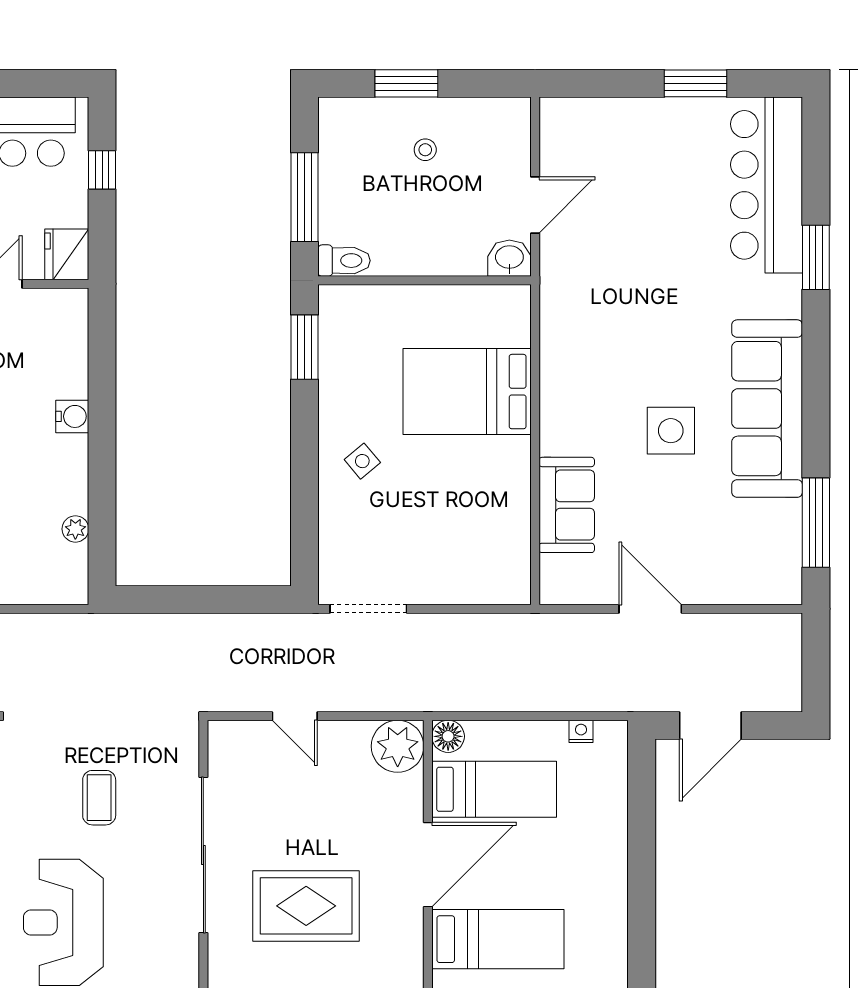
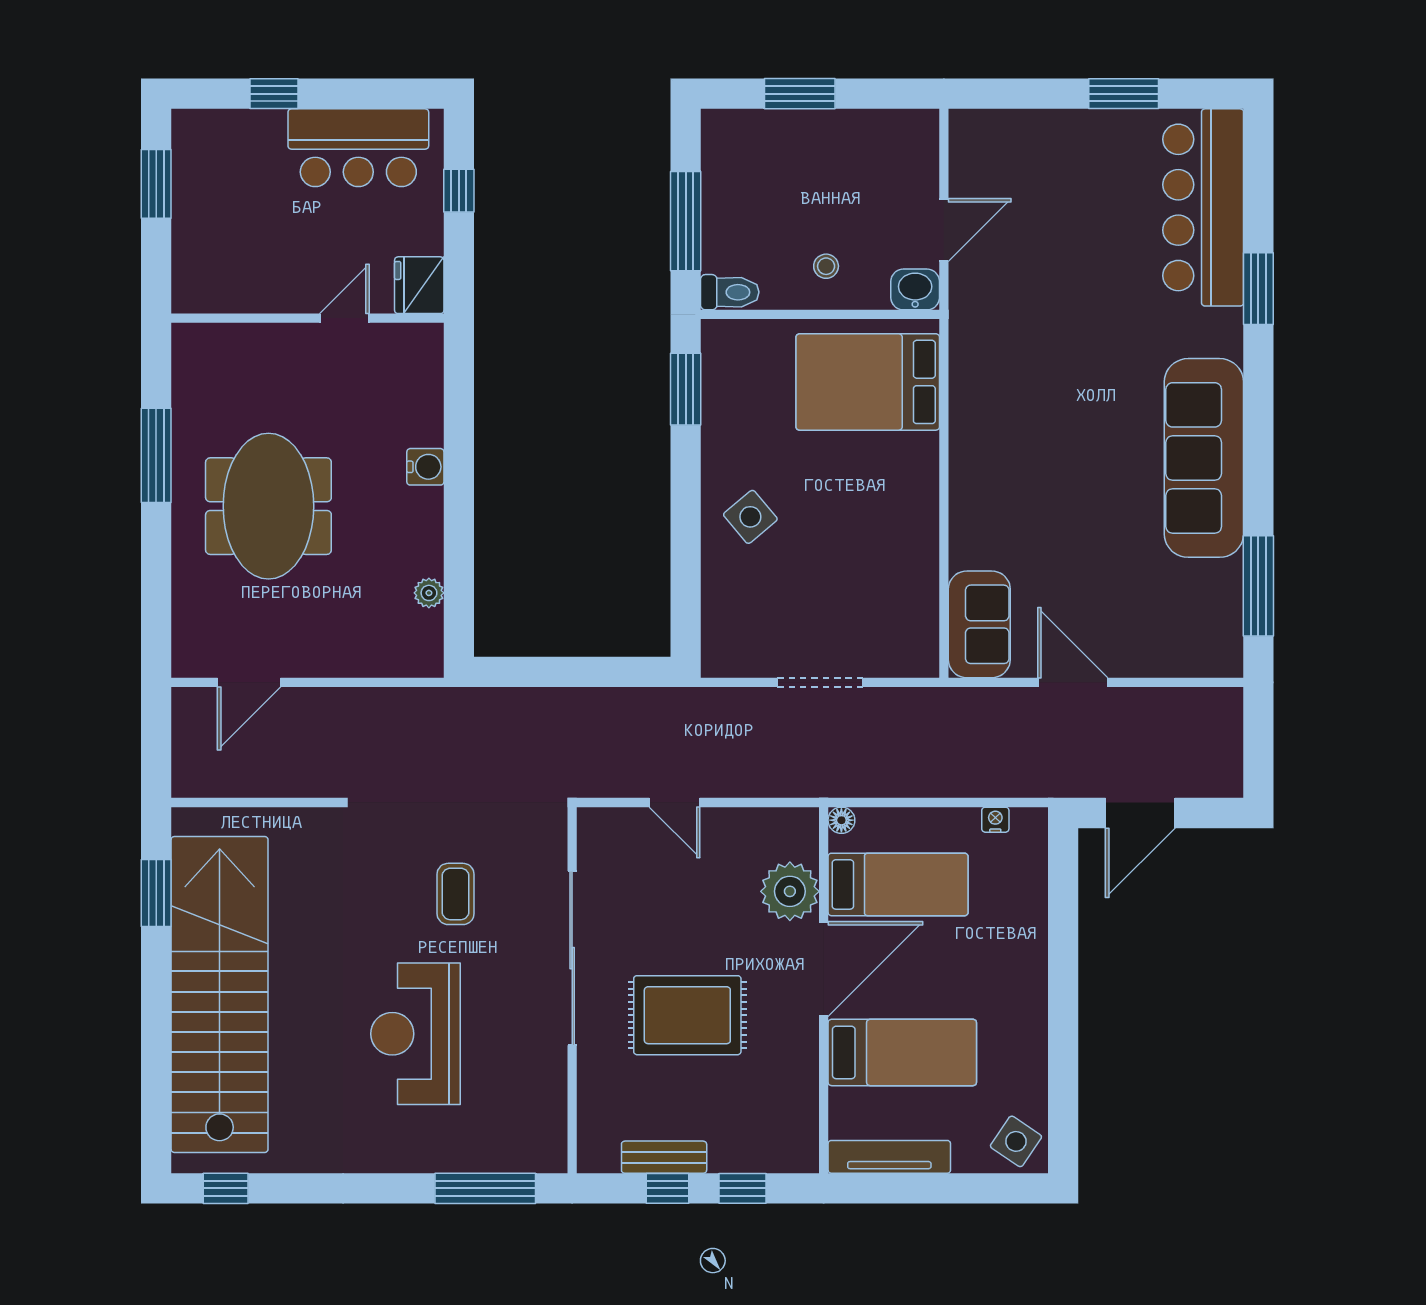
stool: (425, 150) -> (826, 266), moved
bed: (467, 392) -> (868, 382), moved
side table: (671, 431) -> (1096, 483), removed
side table: (362, 461) -> (750, 517), width x1.37, depth x1.37
sofa: (567, 505) -> (979, 624), moved
doorway: (368, 609) -> (820, 682), moved
floor lamp: (448, 736) -> (841, 820), width x0.73, depth x0.73
plant: (398, 746) -> (790, 891), moved

